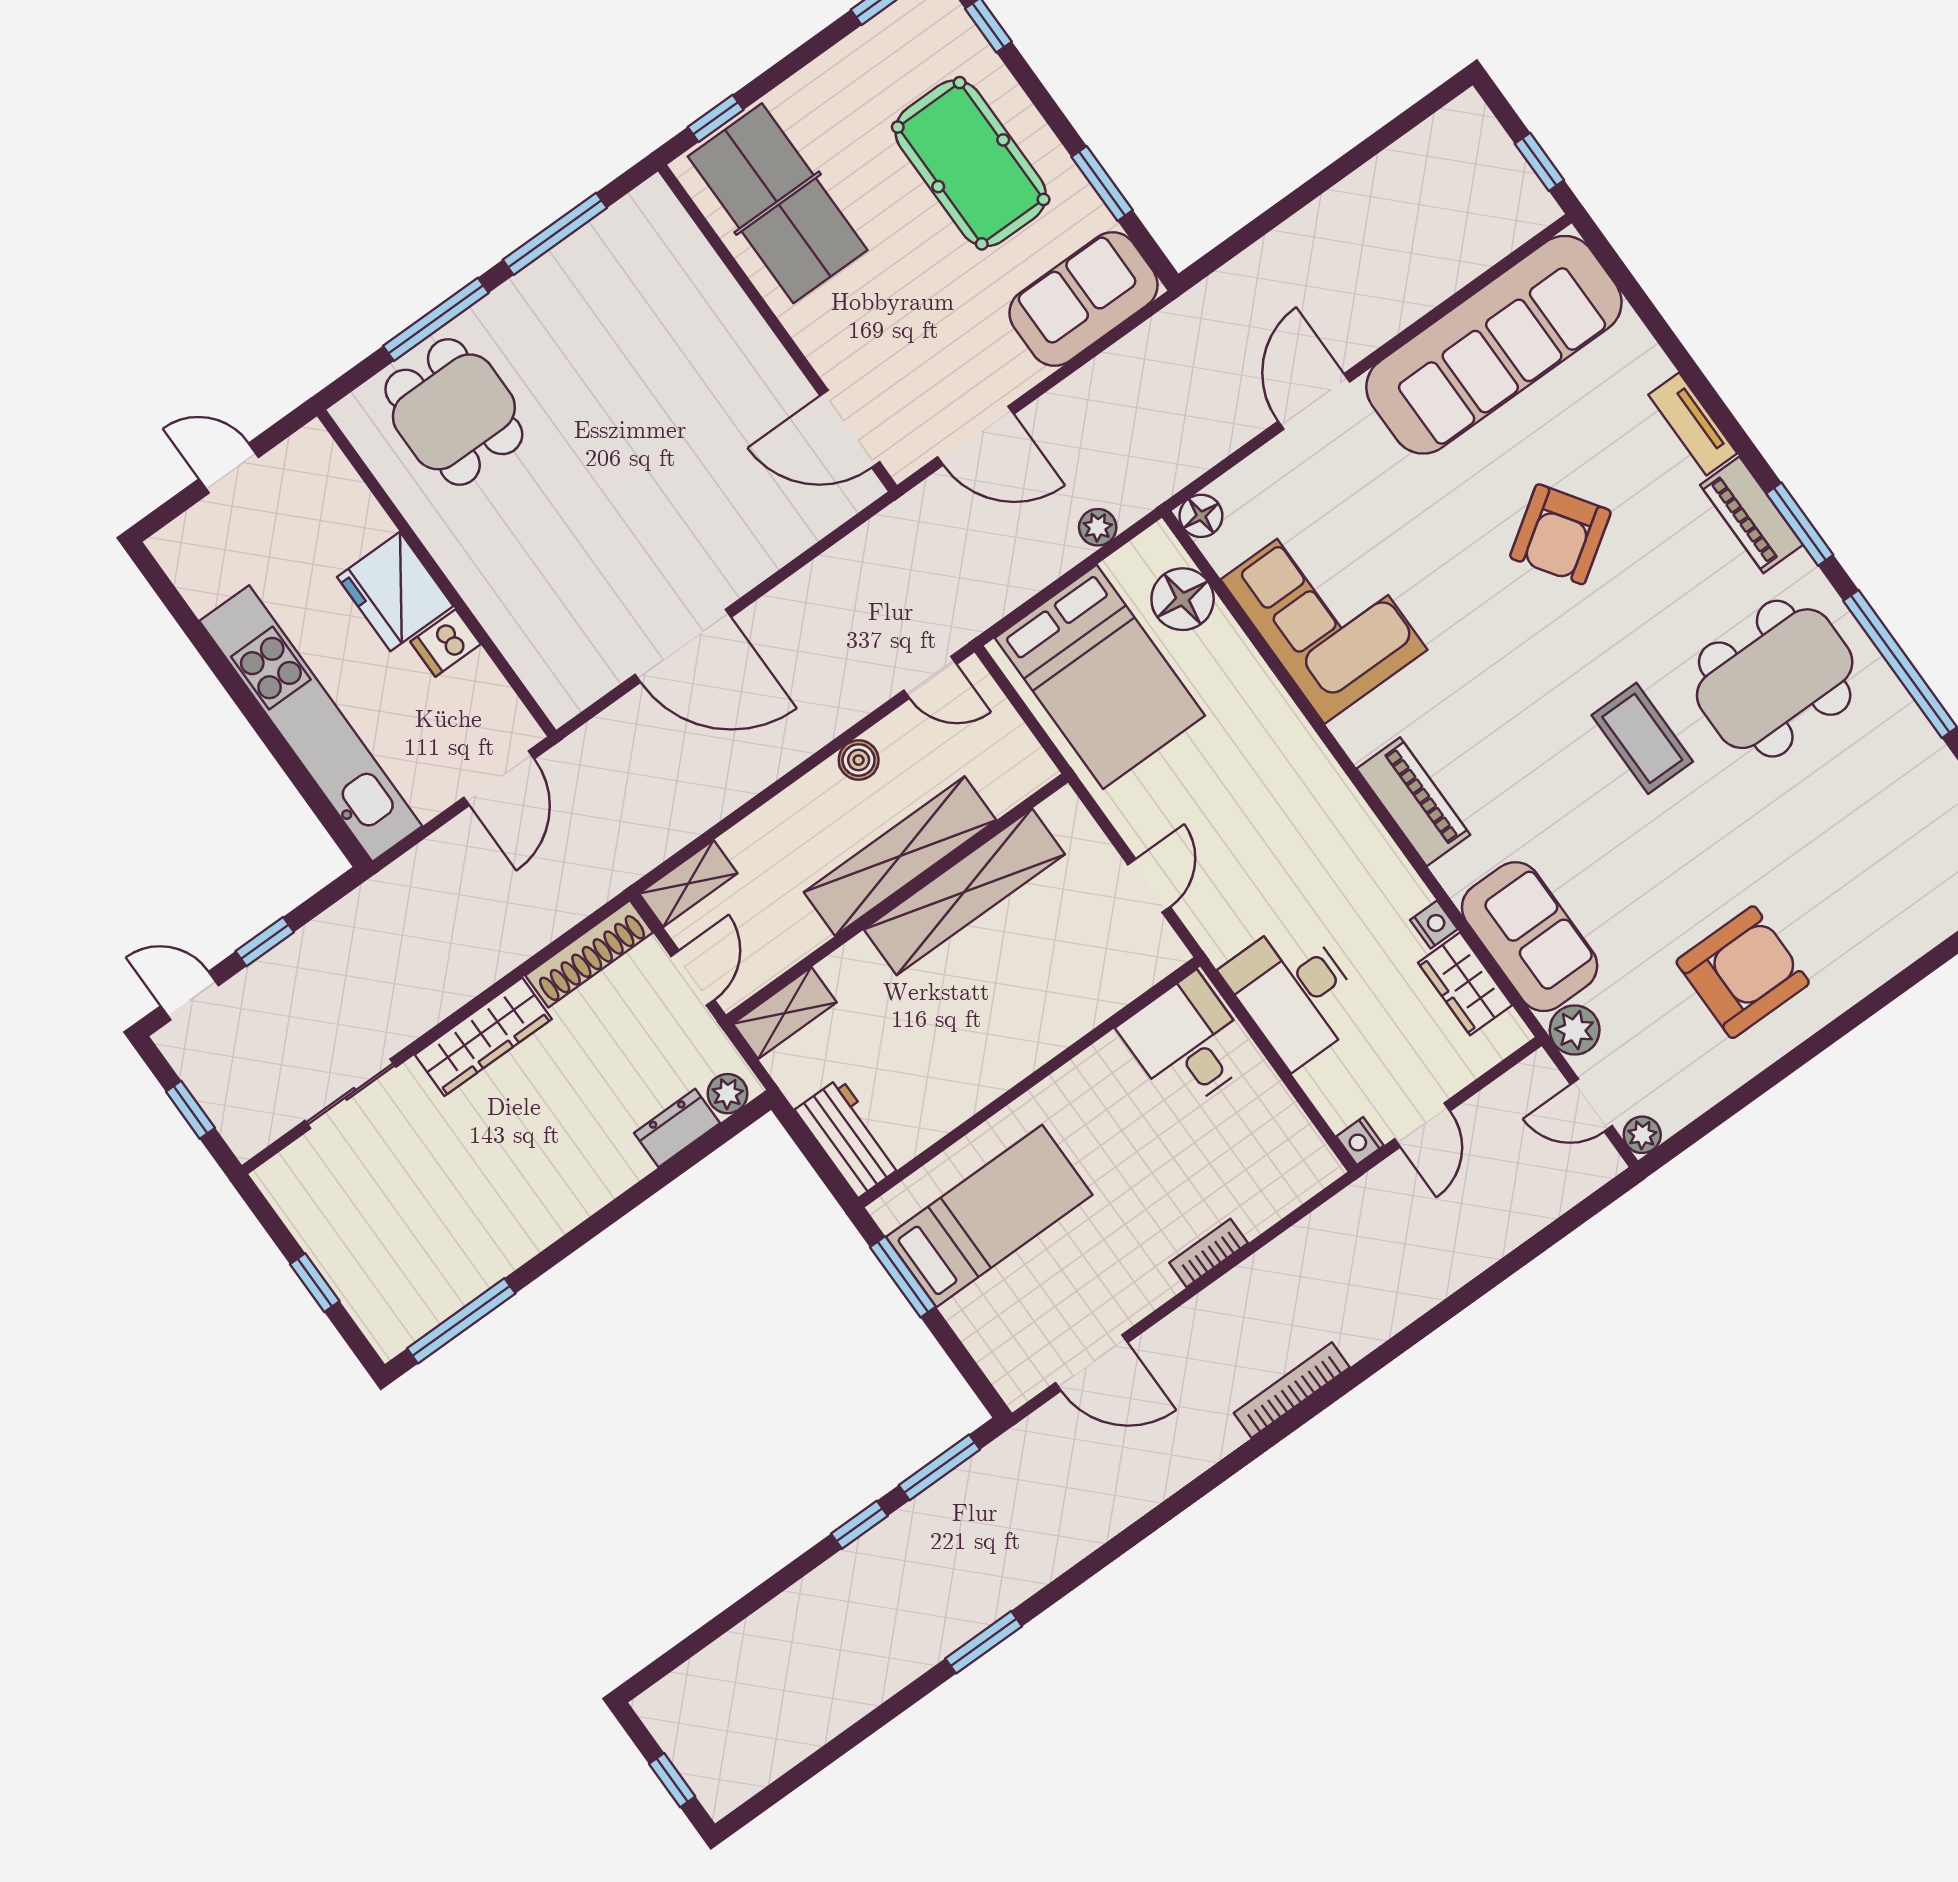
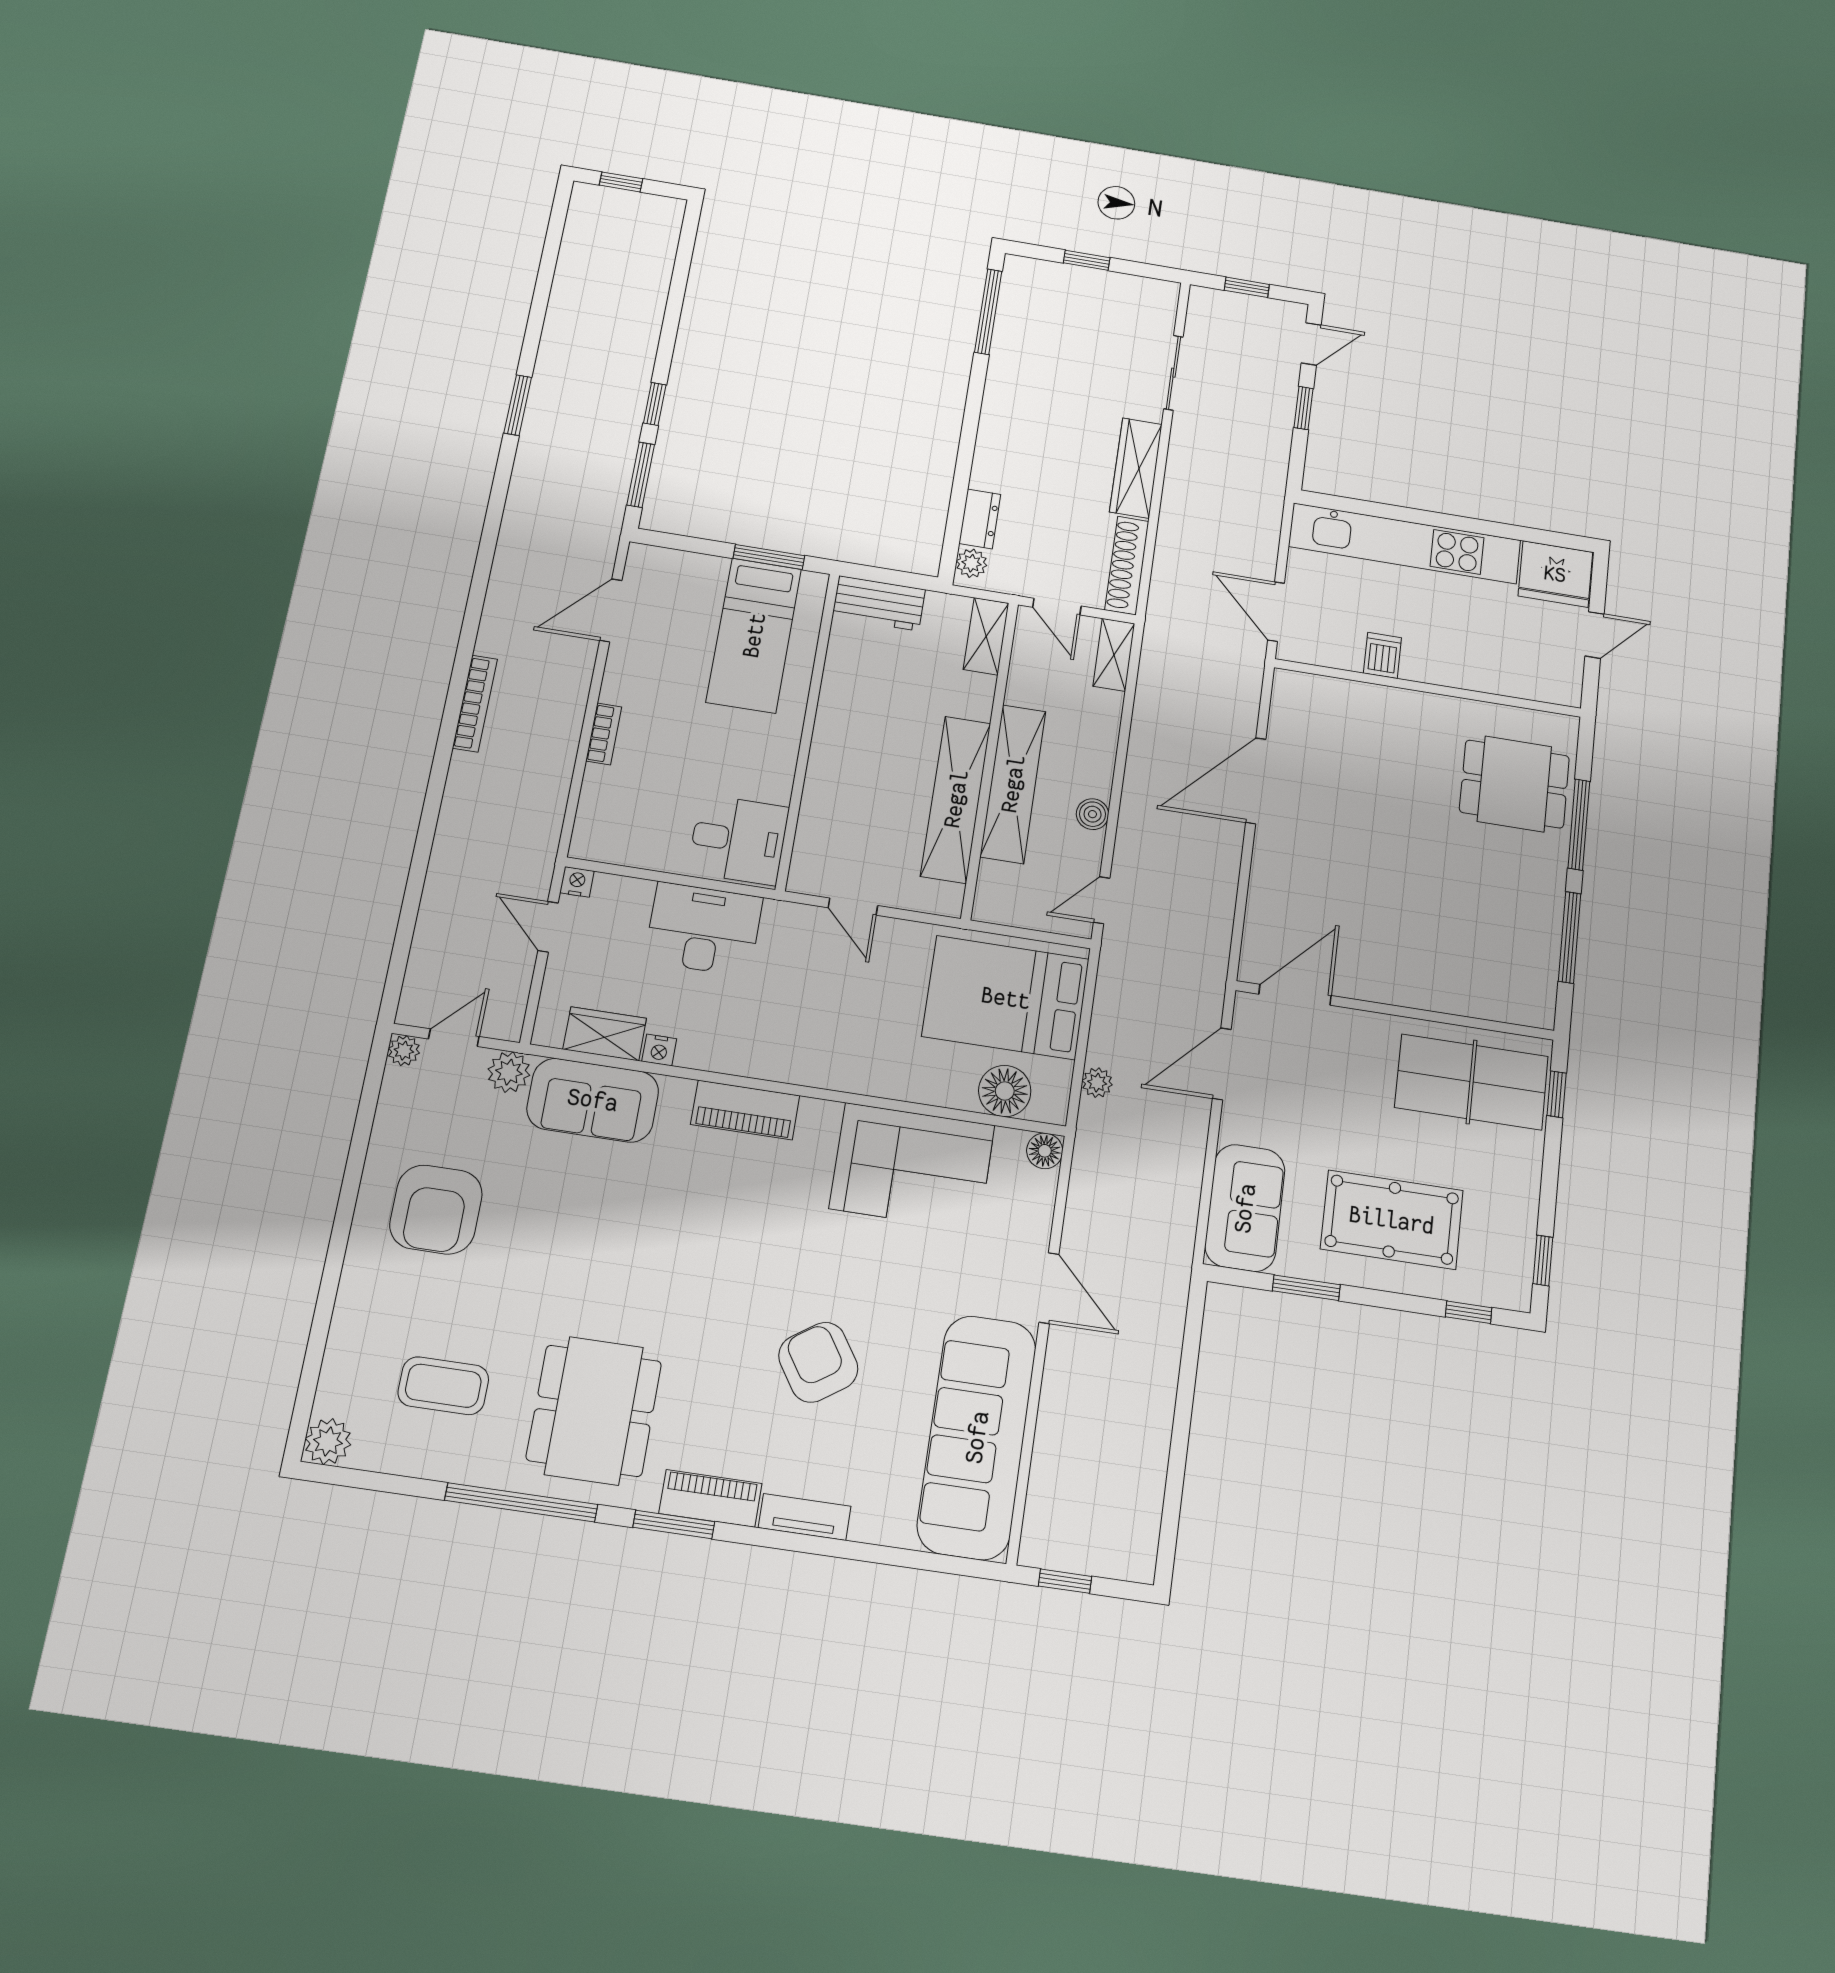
fridge: (395, 591) -> (1555, 574), moved, turned 180
coffee table: (1642, 738) -> (443, 1386), moved

